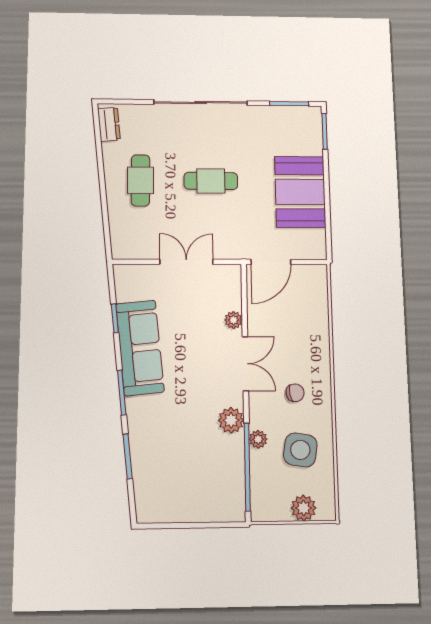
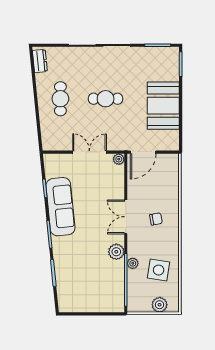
plant: (233, 320) -> (119, 159), moved
double door: (245, 364) -> (126, 217), swing flipped
chair: (295, 393) -> (156, 219), moved

